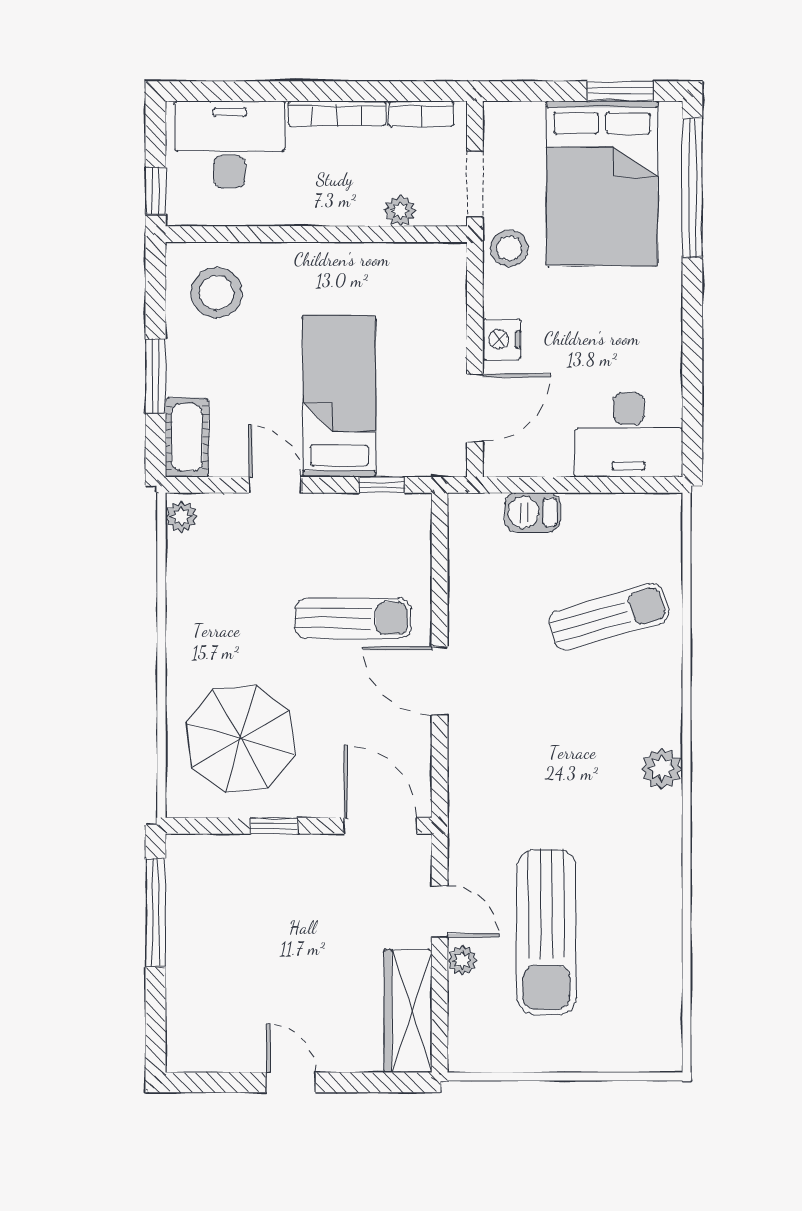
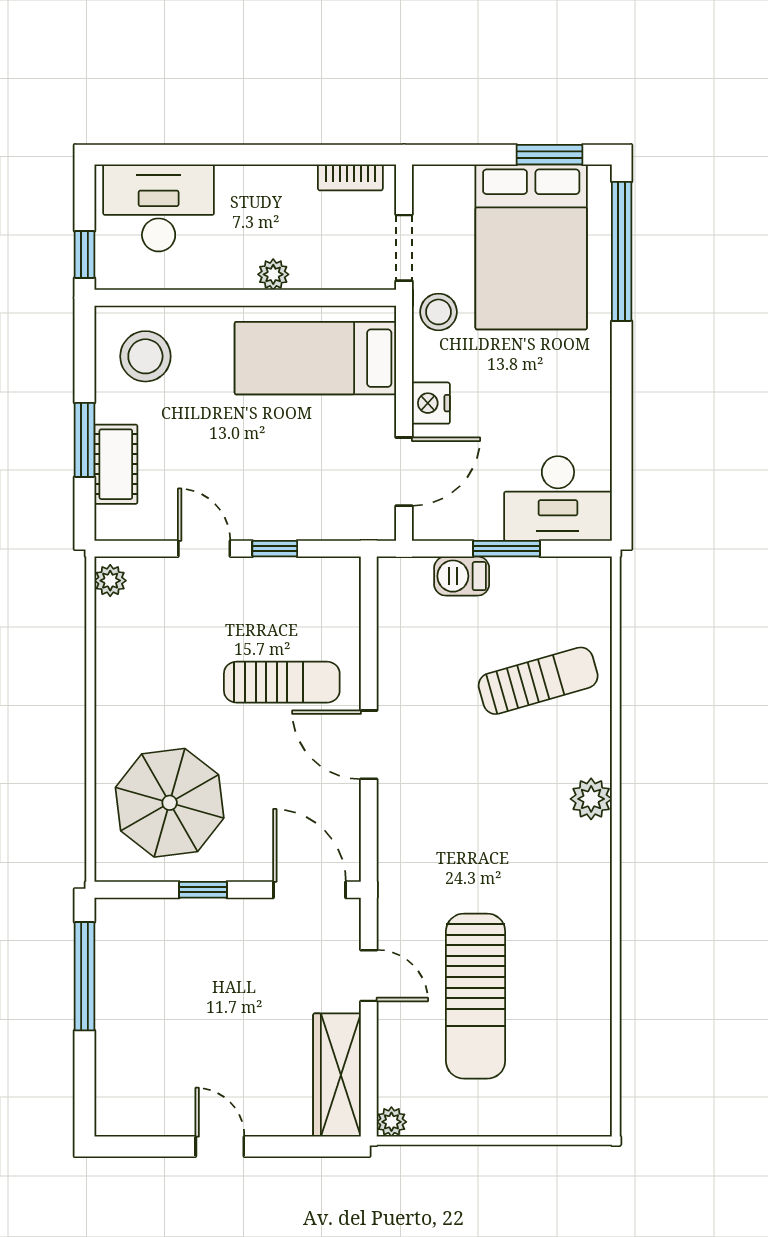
bookcase: (337, 113) -> (266, 177), removed
plant: (400, 211) -> (273, 274), moved
bed: (339, 396) -> (315, 358), moved, turned -90
cot: (187, 437) -> (116, 464), moved
window: (382, 485) -> (275, 549), moved
window: (577, 485) -> (506, 549), added
plant: (662, 769) -> (591, 799), moved
plant: (462, 960) -> (391, 1122), moved

